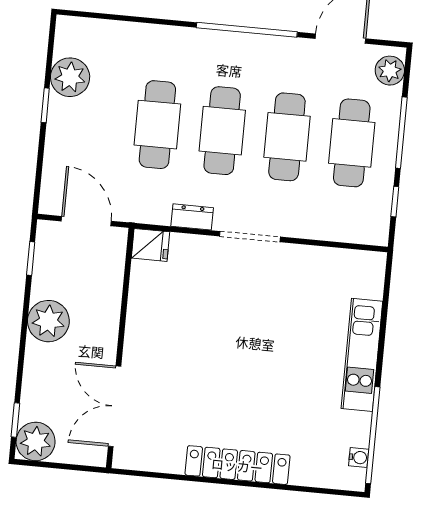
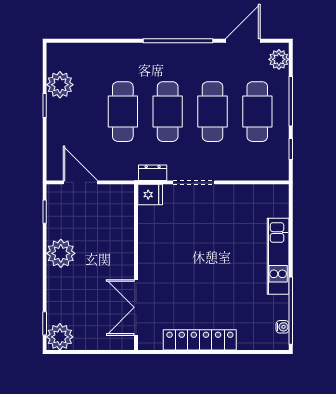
fridge: (150, 245) -> (150, 195), moved
wall: (120, 348) -> (136, 267), moved
double door: (115, 406) -> (136, 307), moved

